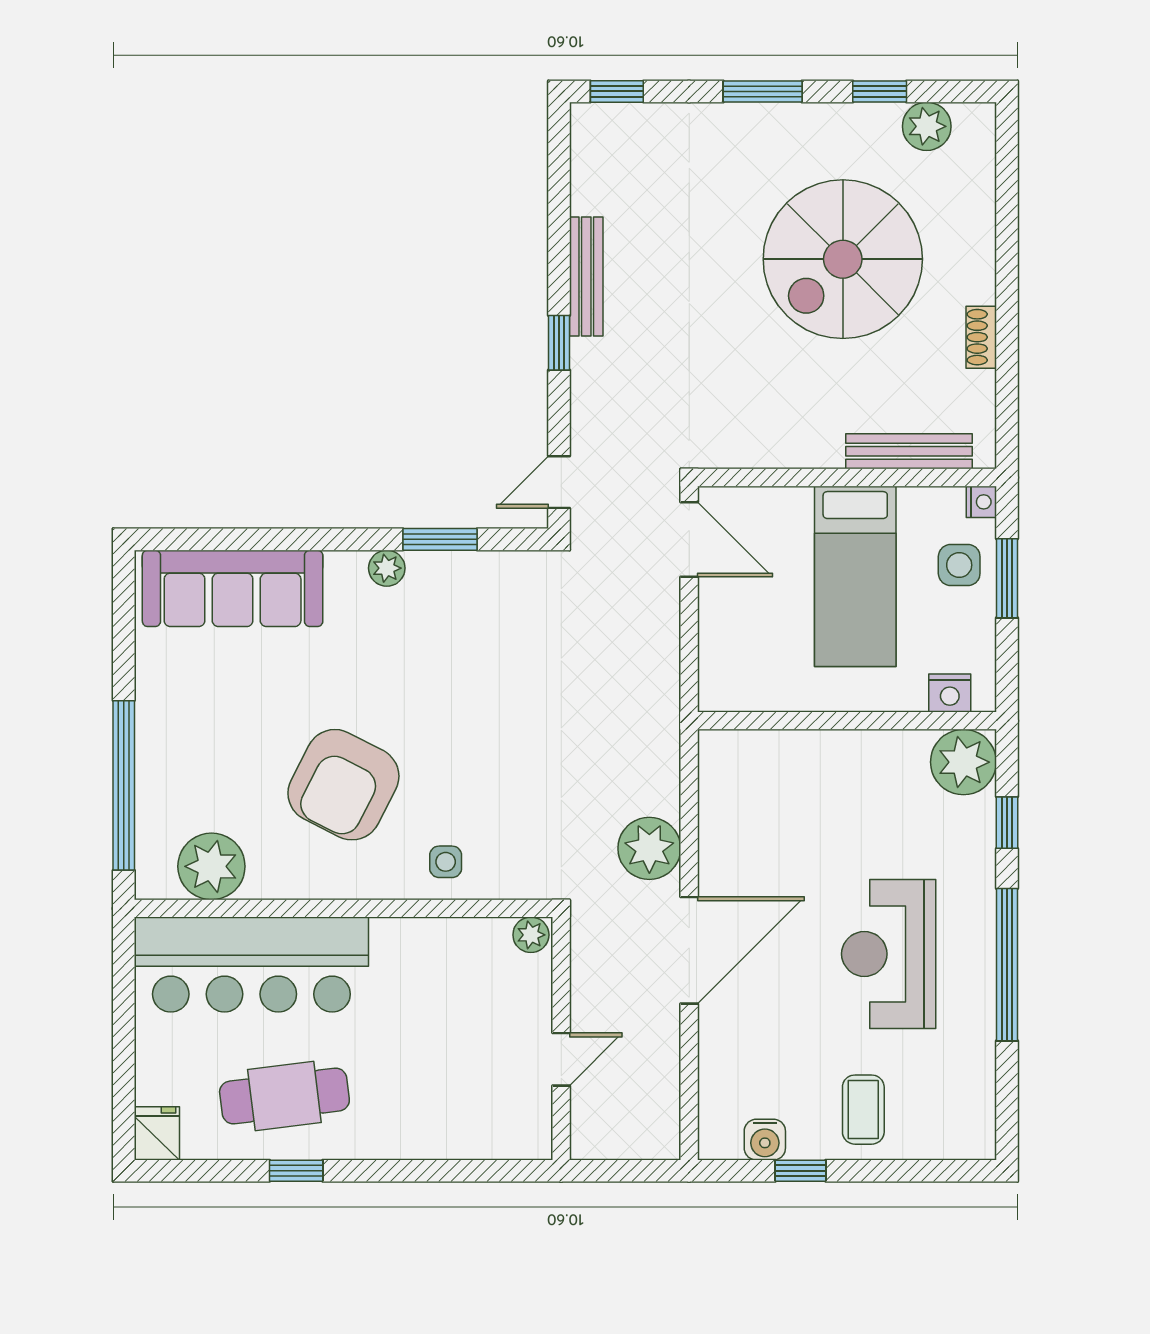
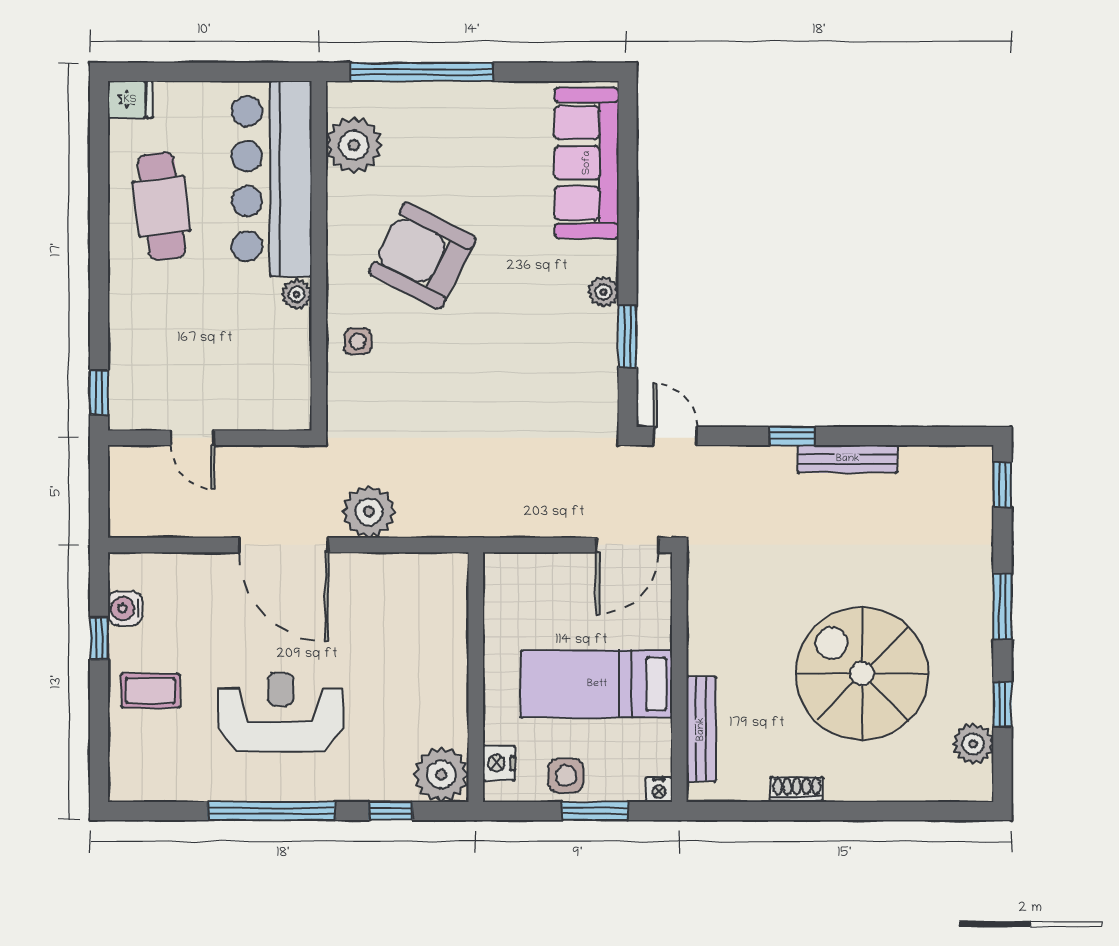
side table: (959, 565) -> (566, 776), moved
plant: (531, 935) -> (297, 294), moved
window: (296, 1171) -> (99, 392), moved

